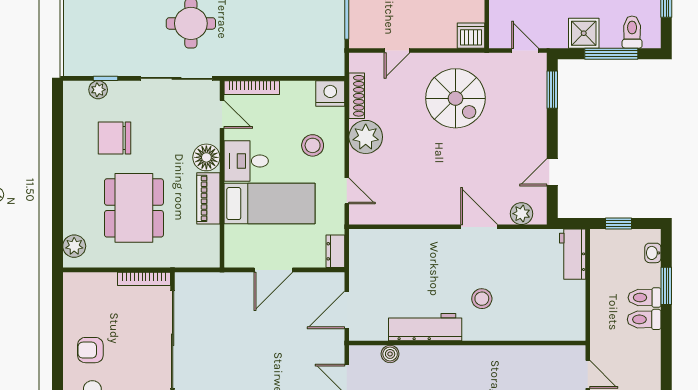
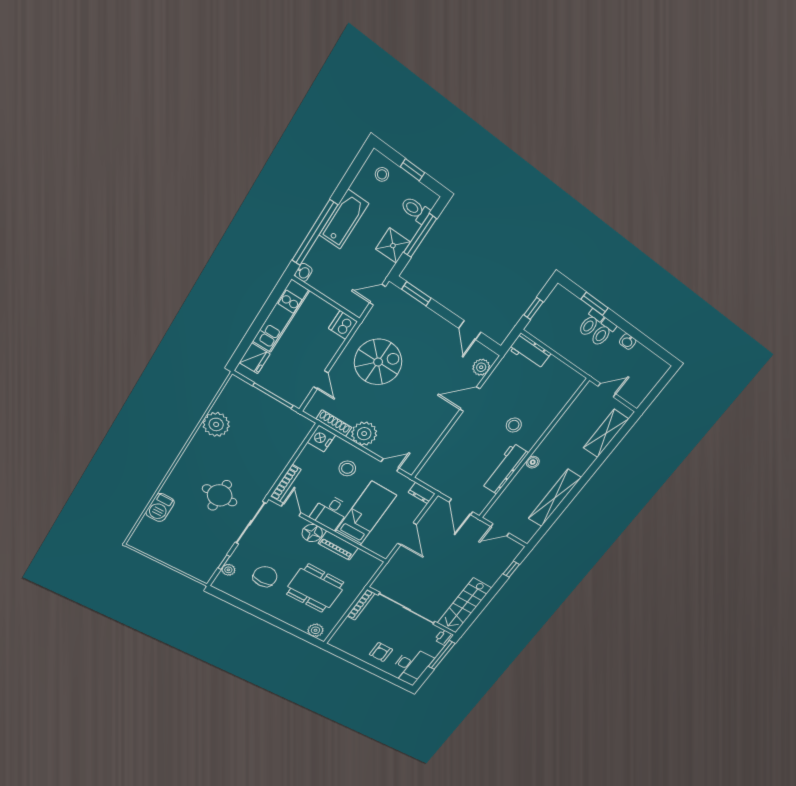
door: (222, 114) -> (291, 510), hinge flipped
chair: (114, 138) -> (265, 577), turned 180
washbasin: (653, 253) -> (628, 342), moved
boiler: (390, 354) -> (533, 462), moved

